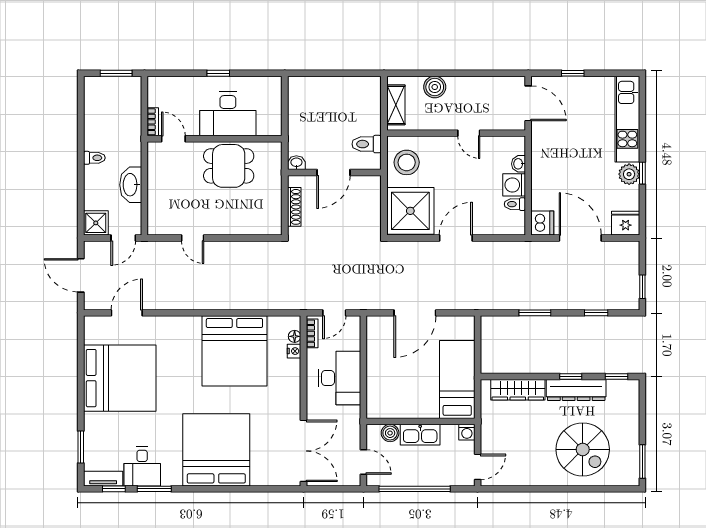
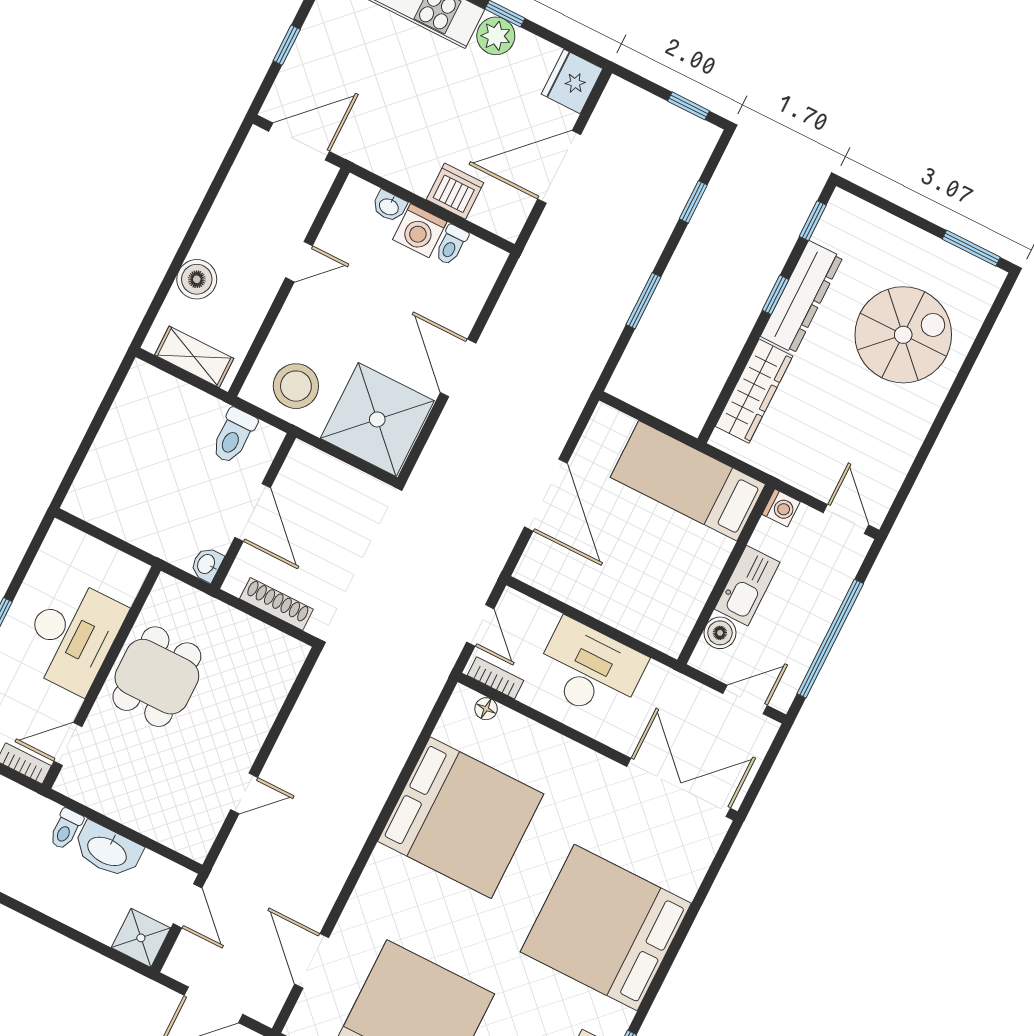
toilet: (94, 158) -> (66, 829), moved, turned 180
dishwasher: (542, 223) -> (455, 191), moved
nightstand: (294, 351) -> (509, 722), removed

